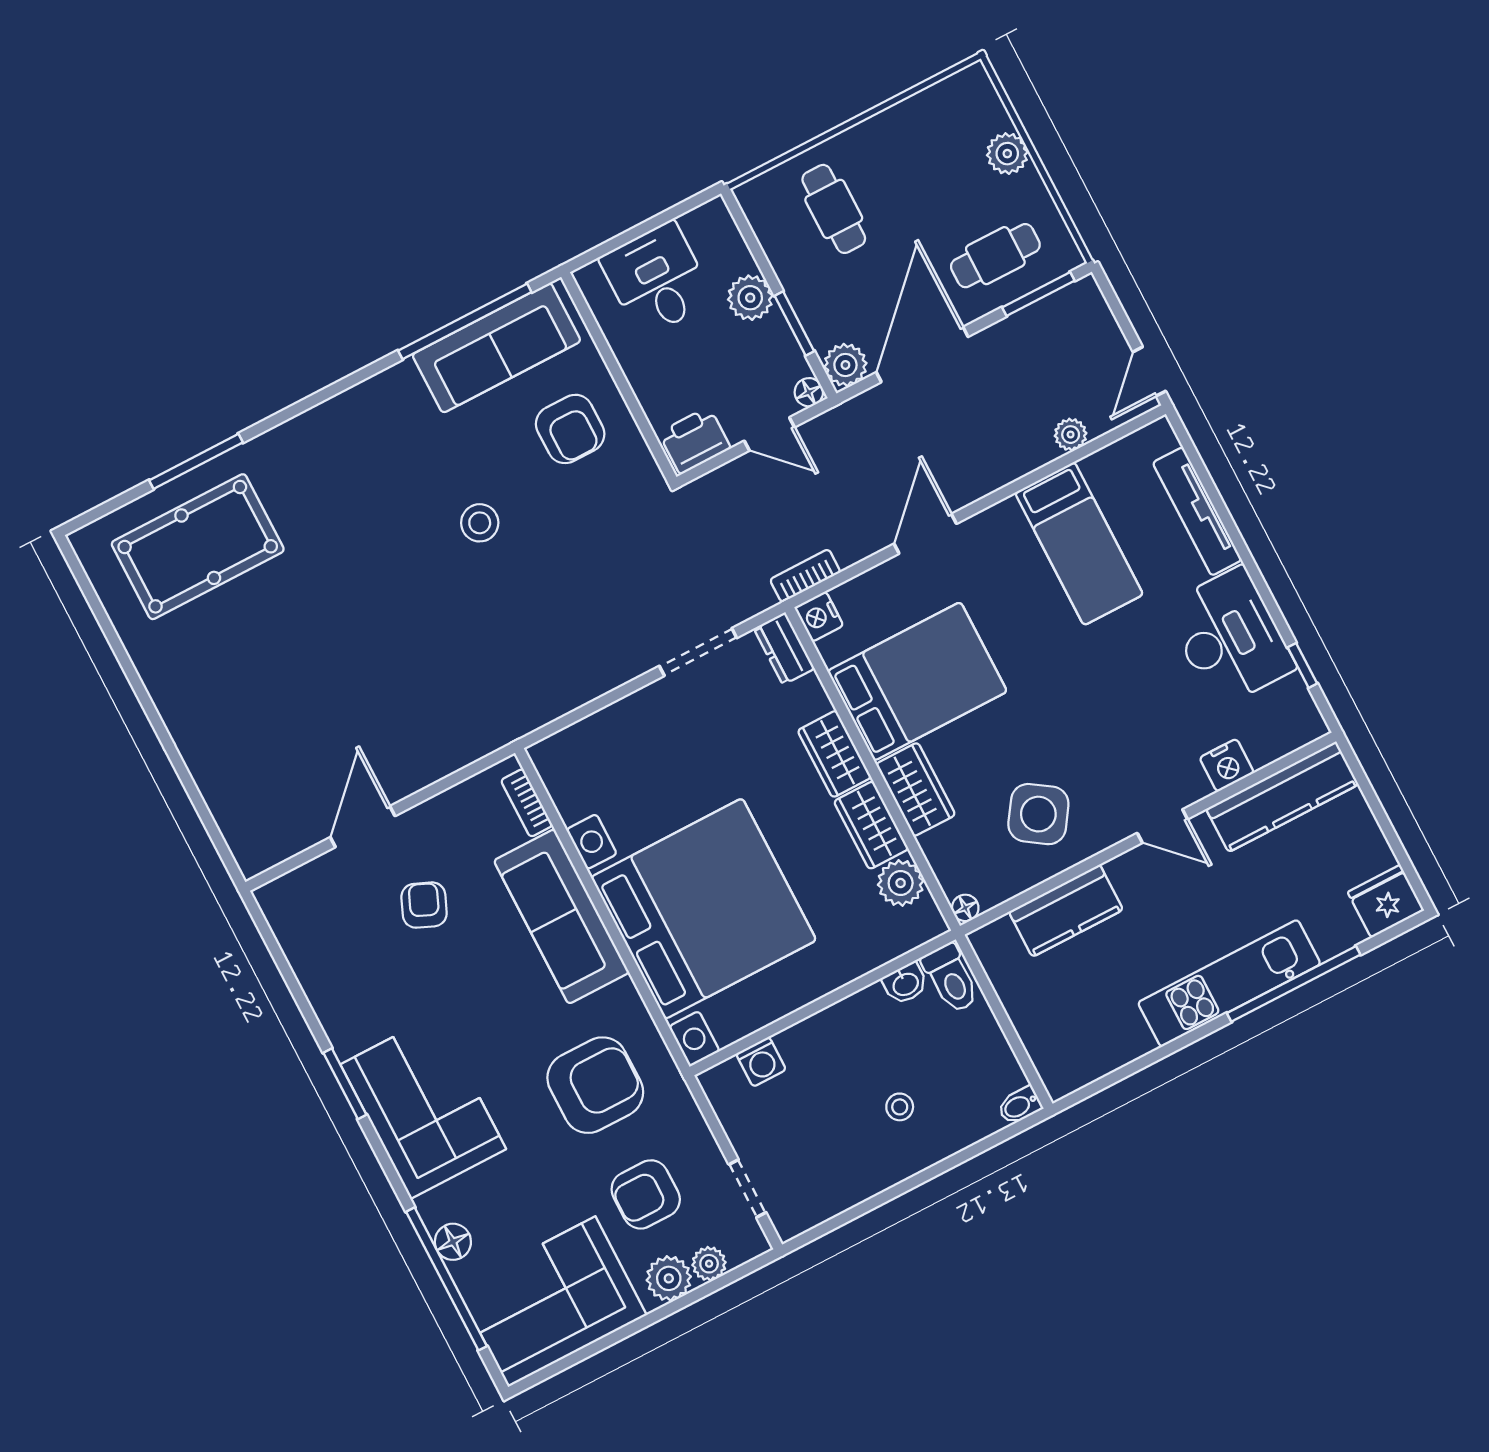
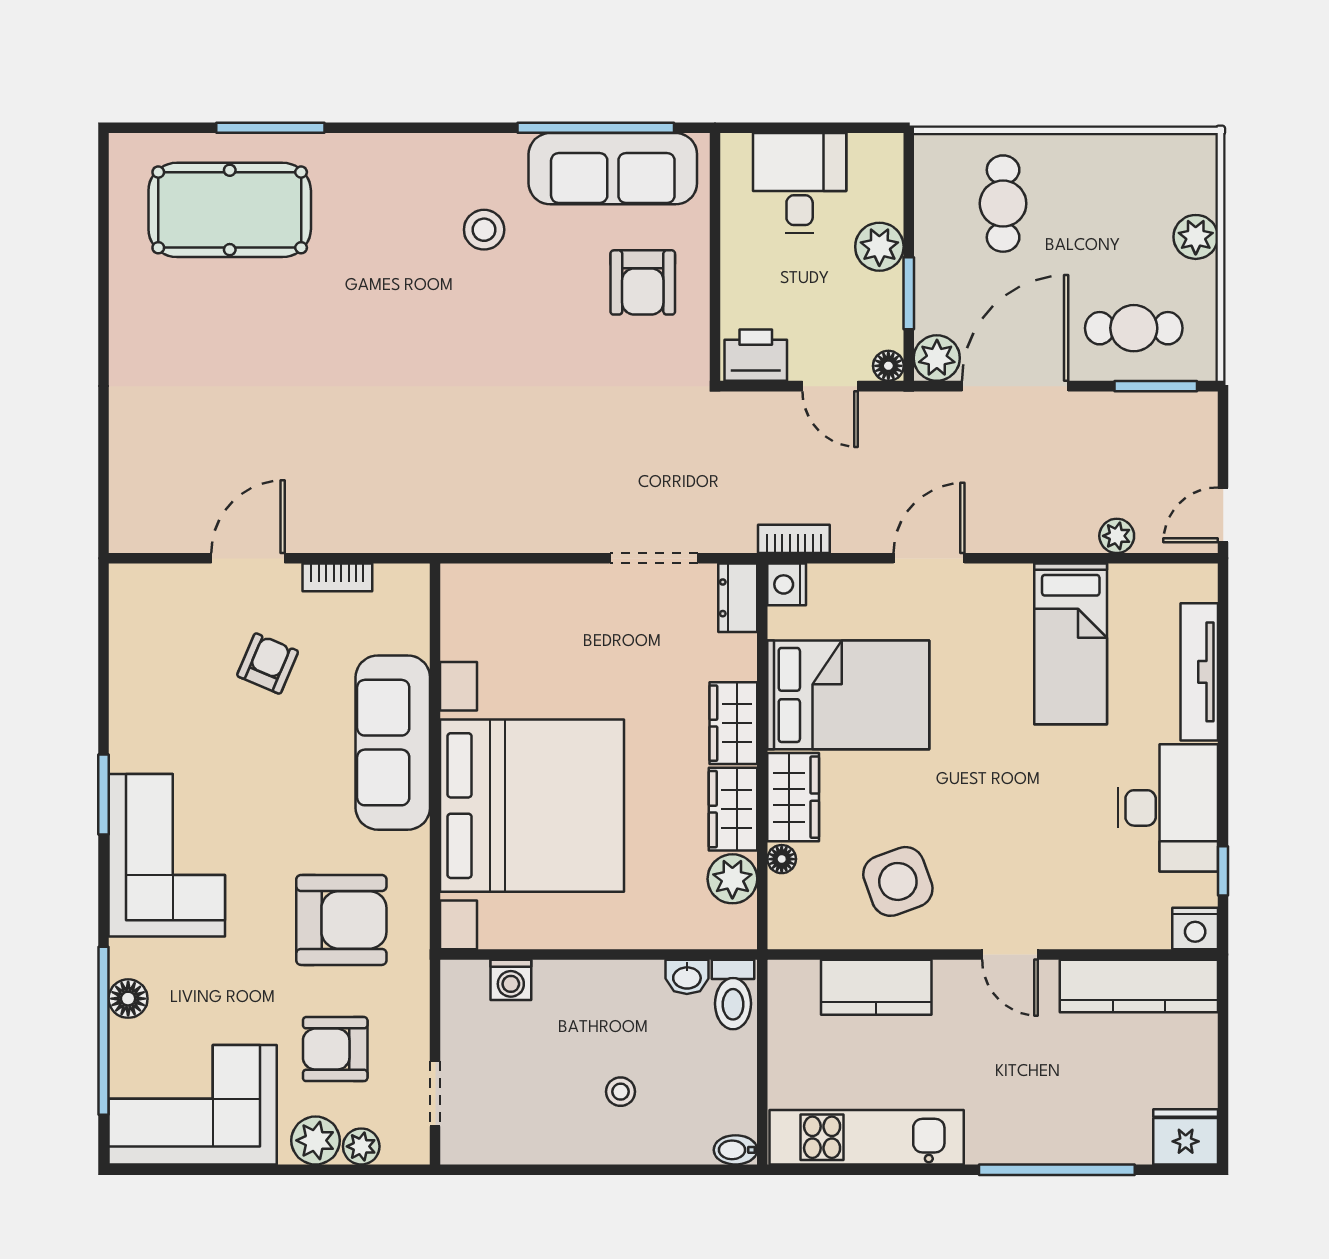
stool: (480, 523) -> (484, 230), moved
nightstand: (1227, 765) -> (1195, 928), moved
bookcase: (527, 803) -> (337, 577), moved, turned -90
side table: (1038, 814) -> (898, 881), turned 36
floor lamp: (965, 908) -> (782, 859), moved
kitchen unit: (1229, 983) -> (867, 1137), moved

